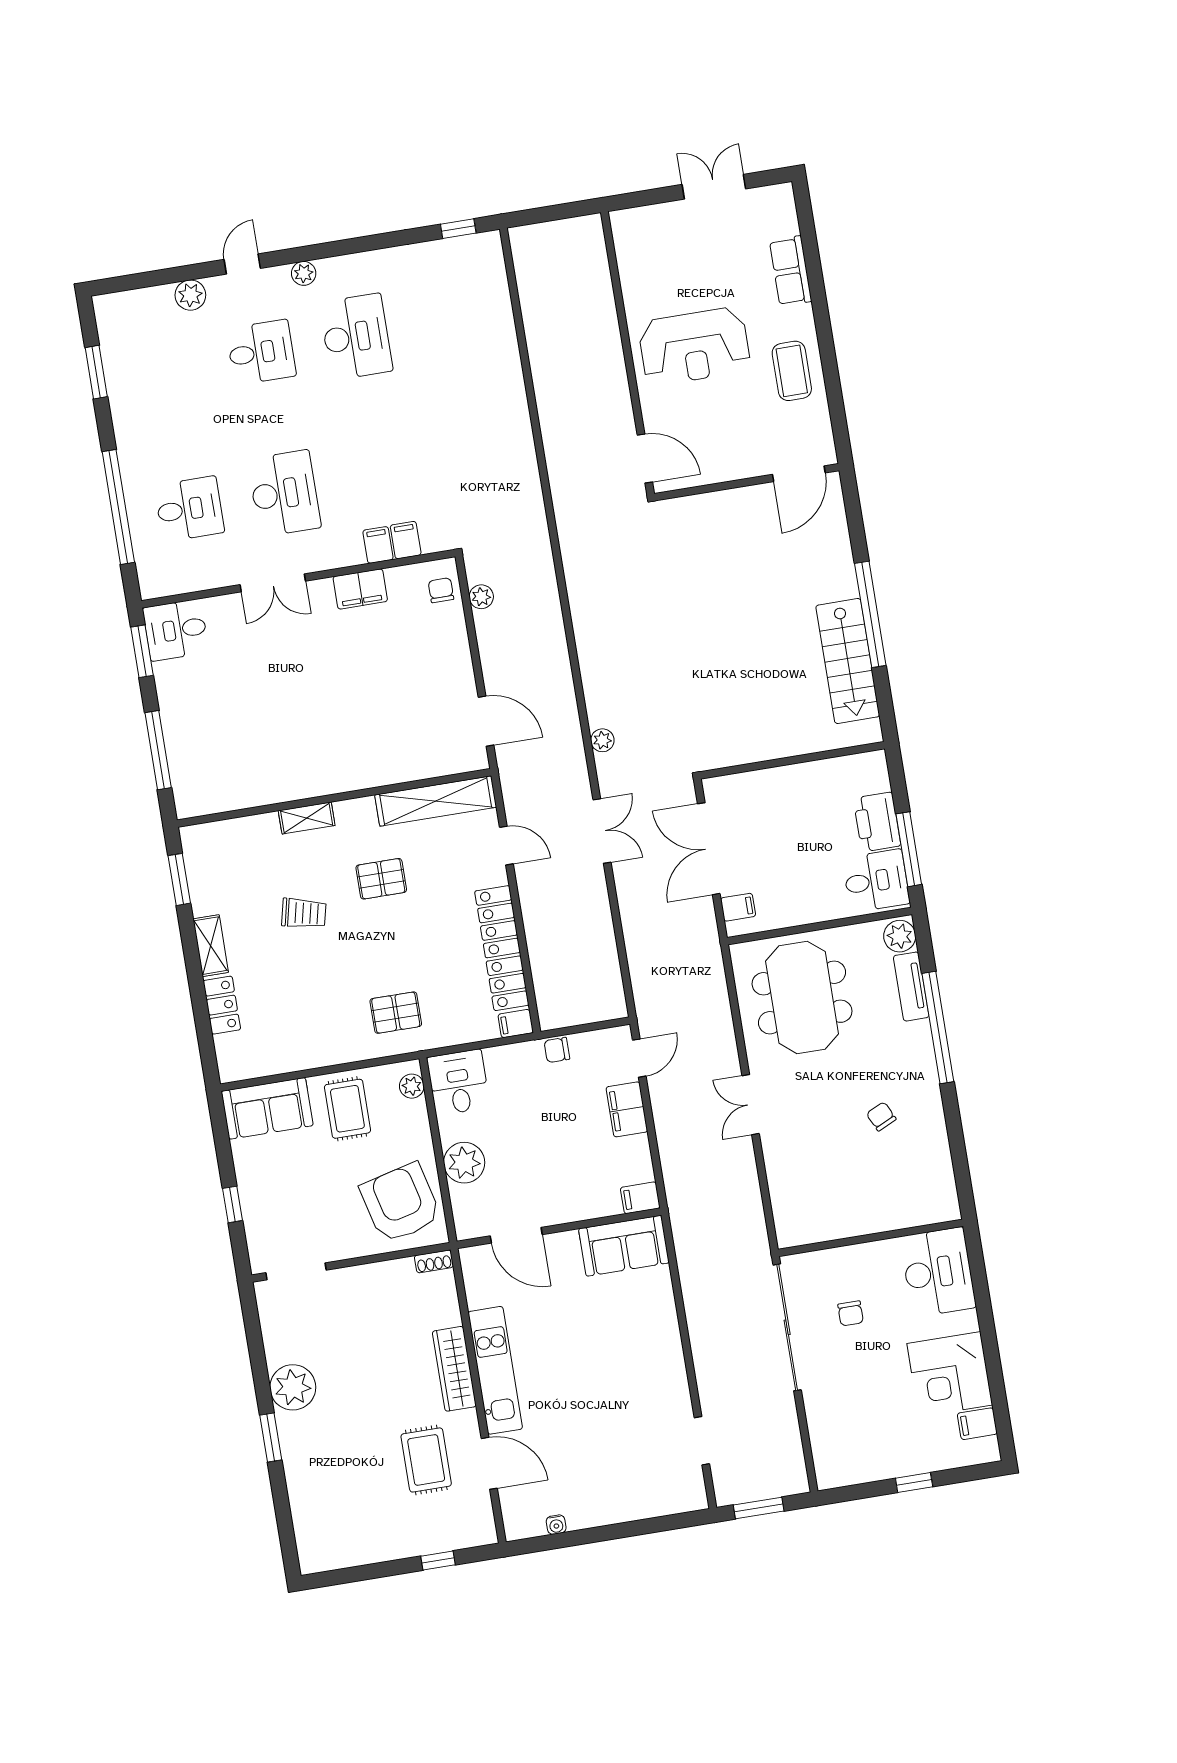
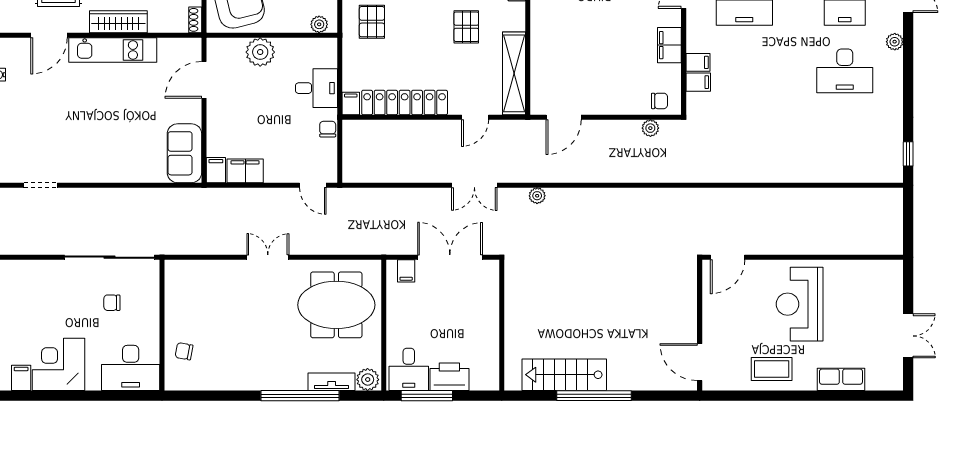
desk: (458, 1082) -> (316, 88), moved
filing cabinet: (627, 1109) -> (245, 171), moved
chair: (881, 1116) -> (184, 351), moved, turned -145

